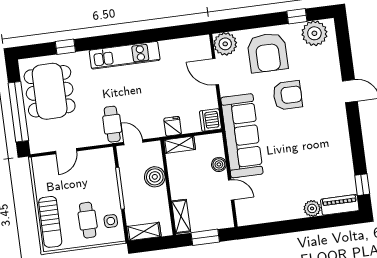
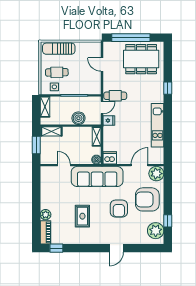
window: (65, 47) -> (168, 88), moved
kitchen unit: (125, 55) -> (158, 125), moved
fridge: (173, 126) -> (109, 121), moved
rug: (307, 151) -> (82, 216), added
boiler: (219, 164) -> (96, 160), moved
door: (231, 190) -> (64, 165), swing flipped

